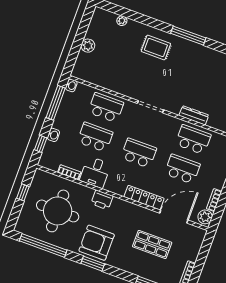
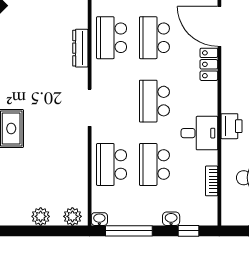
plant: (80, 68) -> (72, 216), added
desk: (95, 172) -> (199, 133), moved
locker: (144, 198) -> (209, 64), width x0.66

